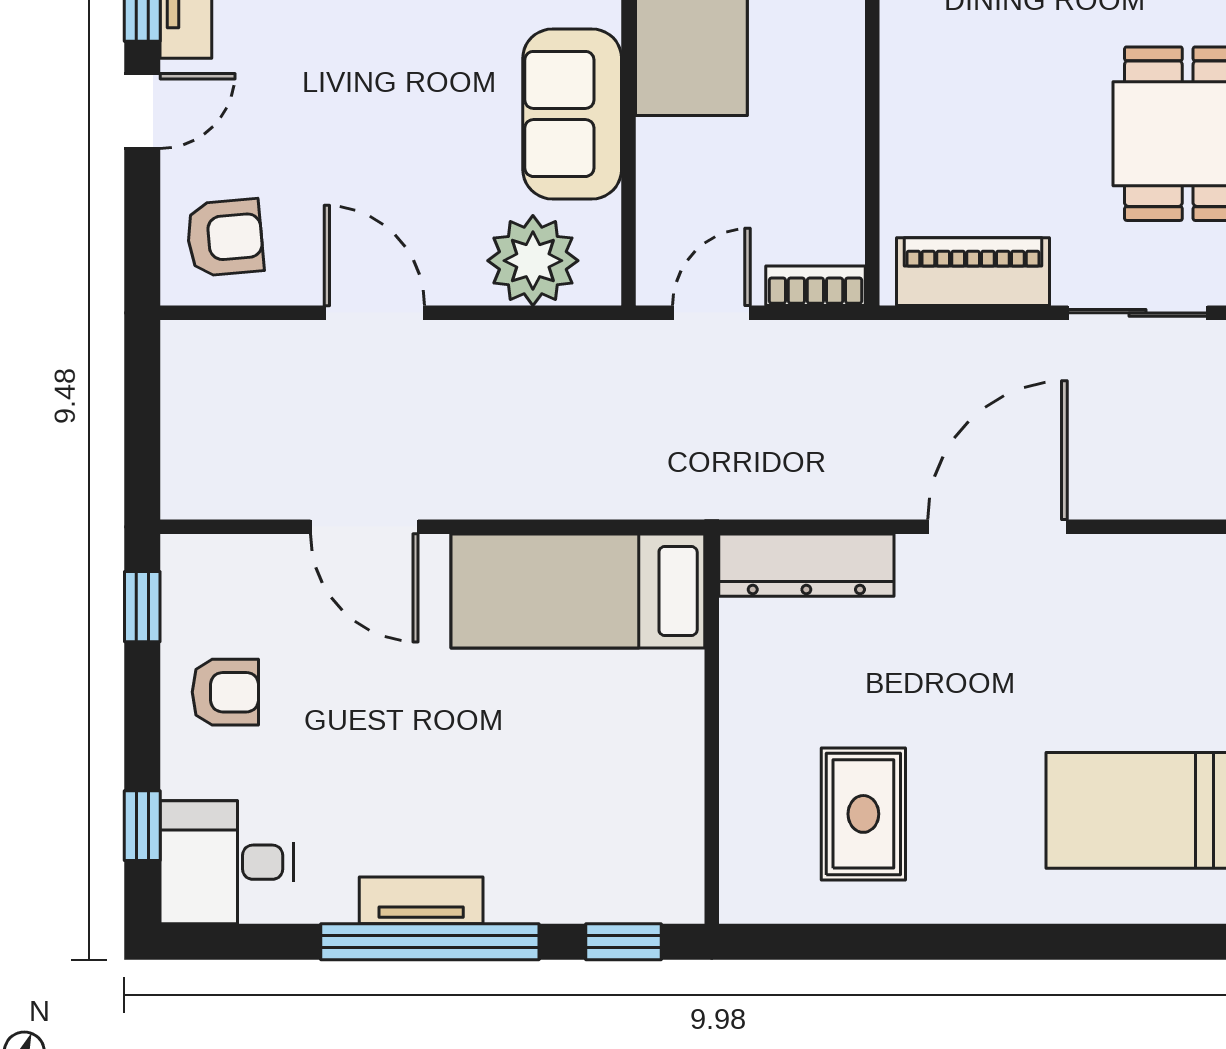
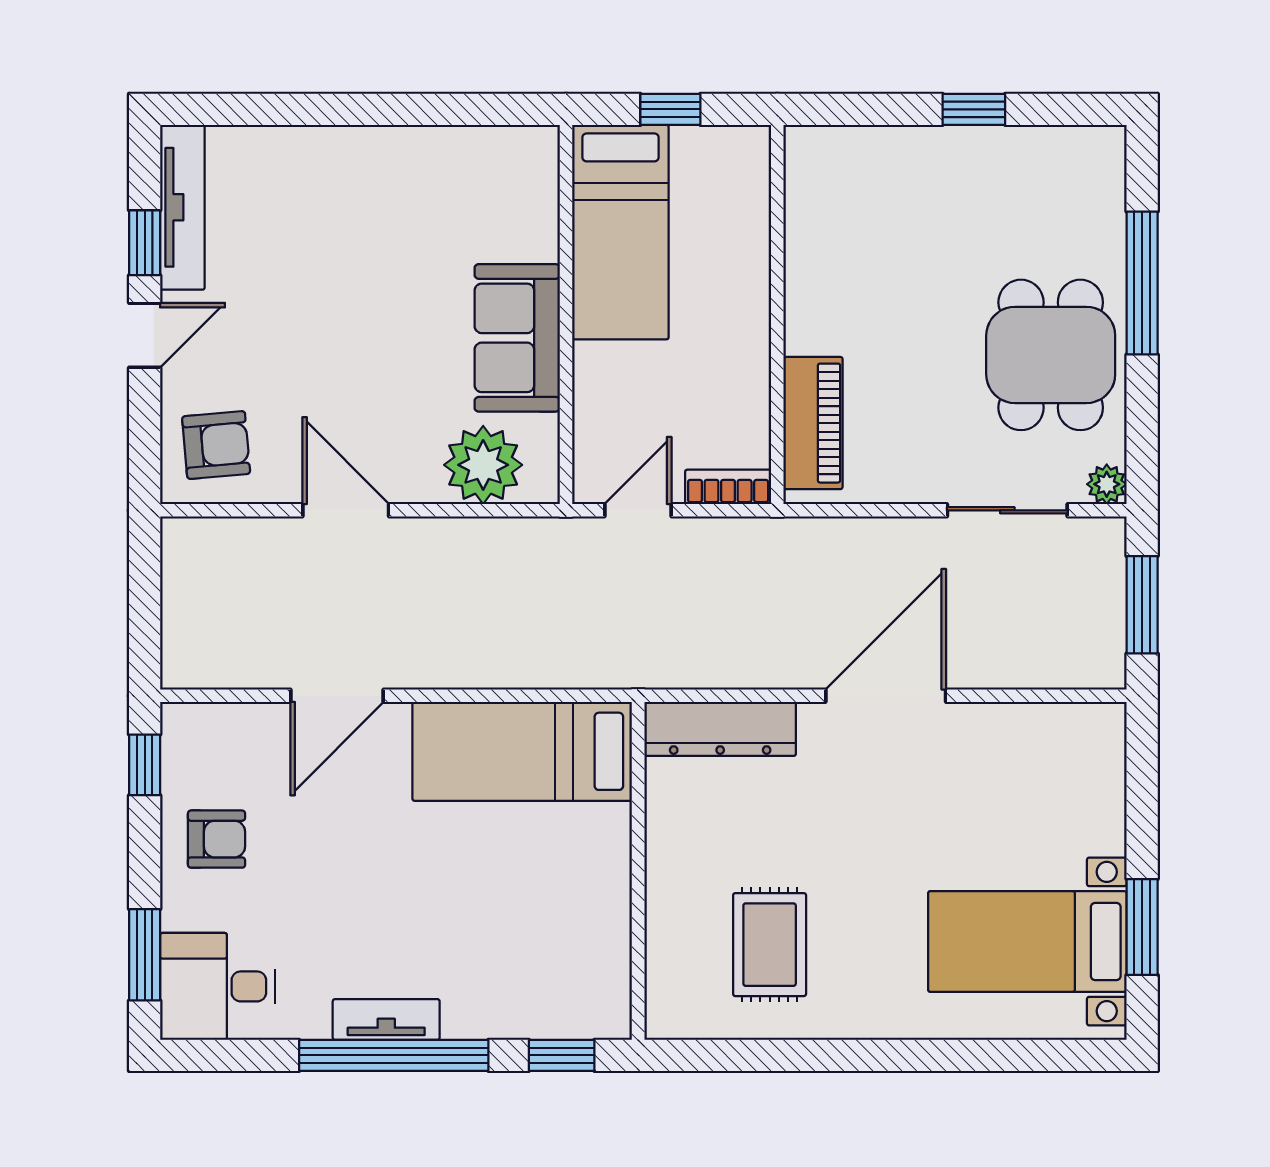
piano: (973, 272) -> (813, 423), moved, turned 90
door: (364, 527) -> (337, 696), hinge flipped
window: (142, 826) -> (145, 955), width x1.50

